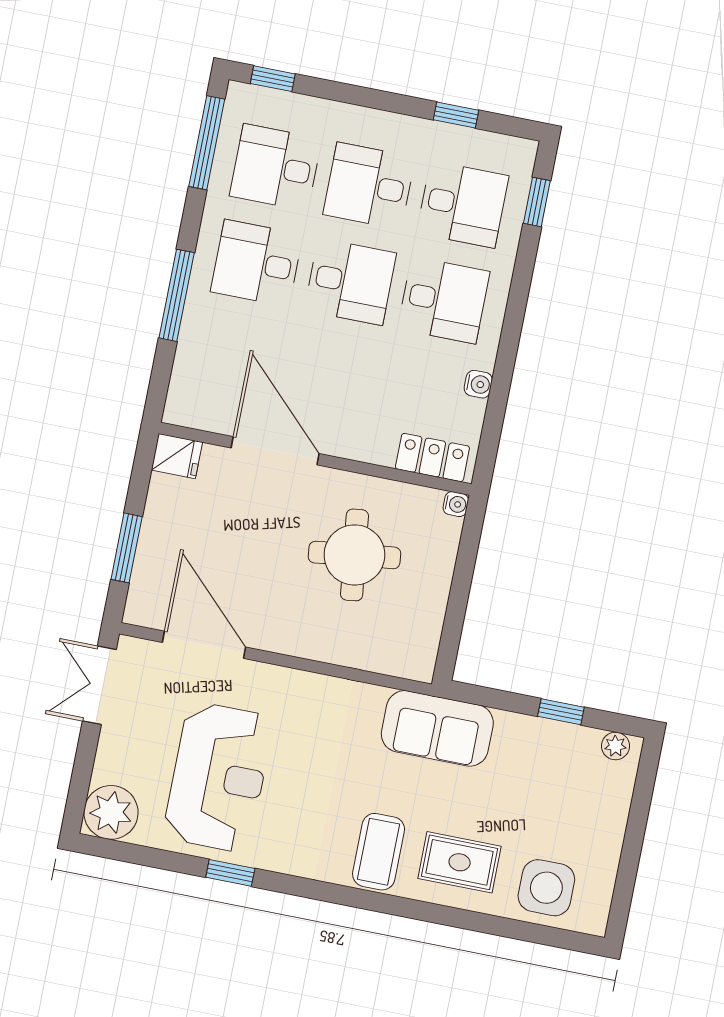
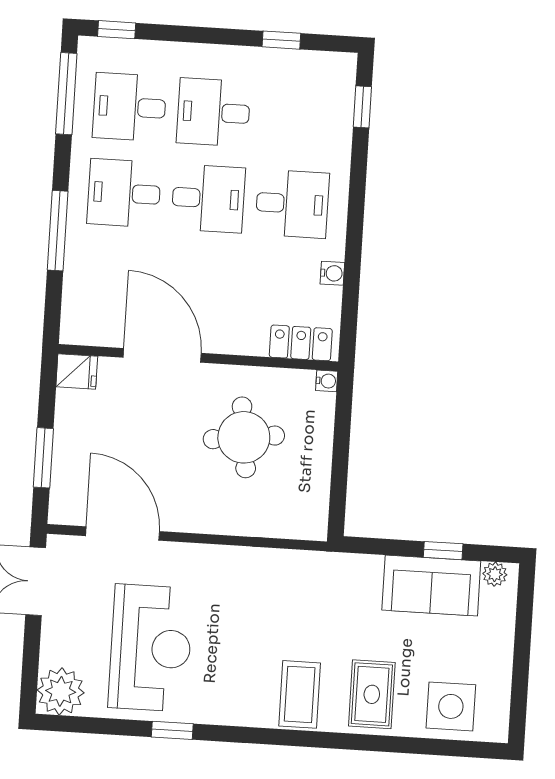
desk: (463, 204) -> (298, 118), removed
sofa: (437, 728) -> (431, 586), moved
rug: (460, 862) -> (372, 694), turned 90

